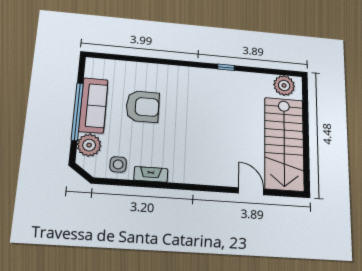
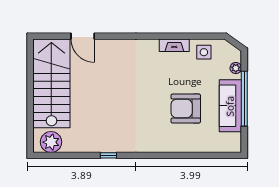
plant: (89, 145) -> (236, 68), width x0.53, depth x0.53

